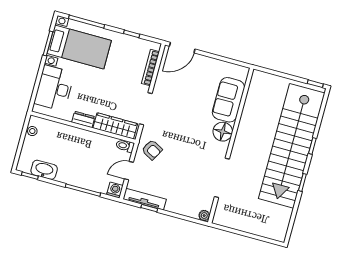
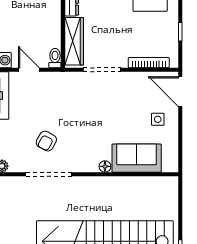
side table: (200, 73) -> (158, 119), added
floor lamp: (223, 132) -> (105, 166), width x0.53, depth x0.53
armchair: (152, 150) -> (46, 141), moved

